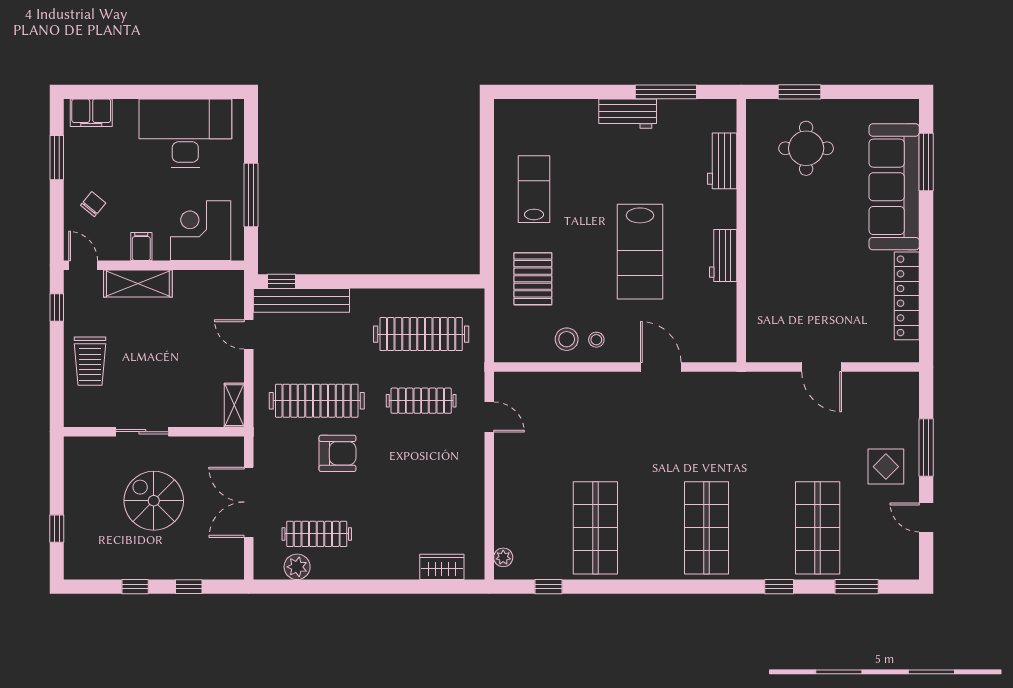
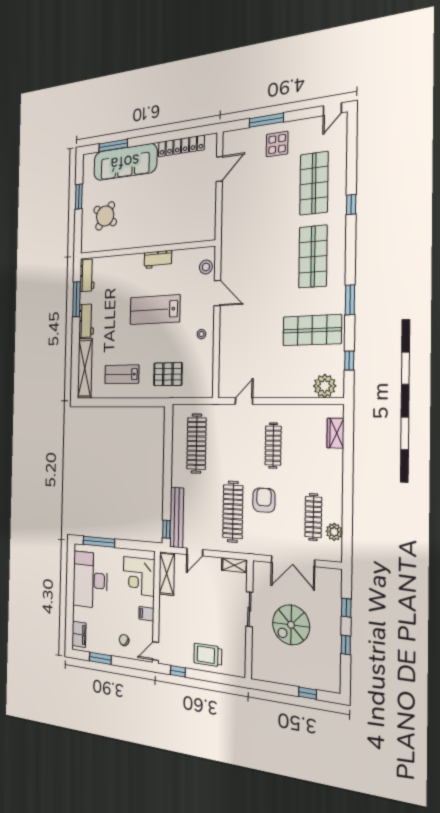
window: (800, 92) -> (79, 197), moved
shelving: (545, 113) -> (85, 368), added
round table: (806, 148) -> (105, 216), turned 36
workbench: (722, 161) -> (87, 275), moved, turned -90
window: (251, 195) -> (99, 542), moved
lab bench: (640, 252) -> (155, 310), turned 180
shelving: (138, 284) -> (167, 574), moved
stool: (567, 339) -> (206, 267), moved
trolley: (90, 361) -> (208, 655), turned 180
door: (661, 367) -> (217, 293), swing flipped
door: (822, 367) -> (219, 169), moved
clothes rail: (421, 401) -> (273, 446), moved
sliding door: (142, 432) -> (249, 609), moved
door: (926, 517) -> (332, 109), moved
shop shelf: (706, 528) -> (313, 257), turned 90
shop shelf: (818, 528) -> (314, 183), turned 90
plant: (503, 557) -> (325, 386), width x1.88, depth x1.88
window: (857, 587) -> (350, 300), moved

